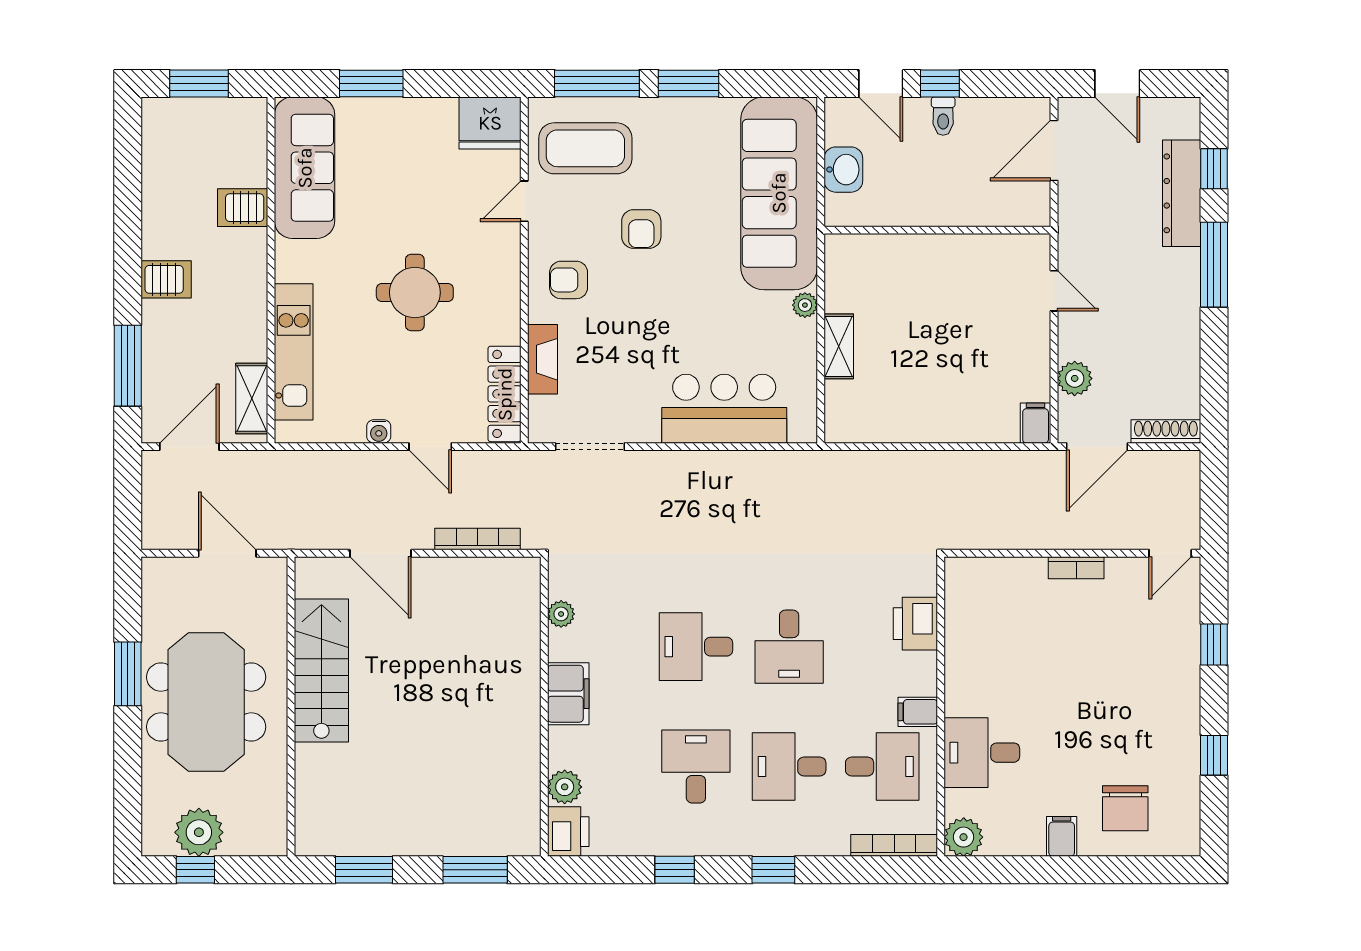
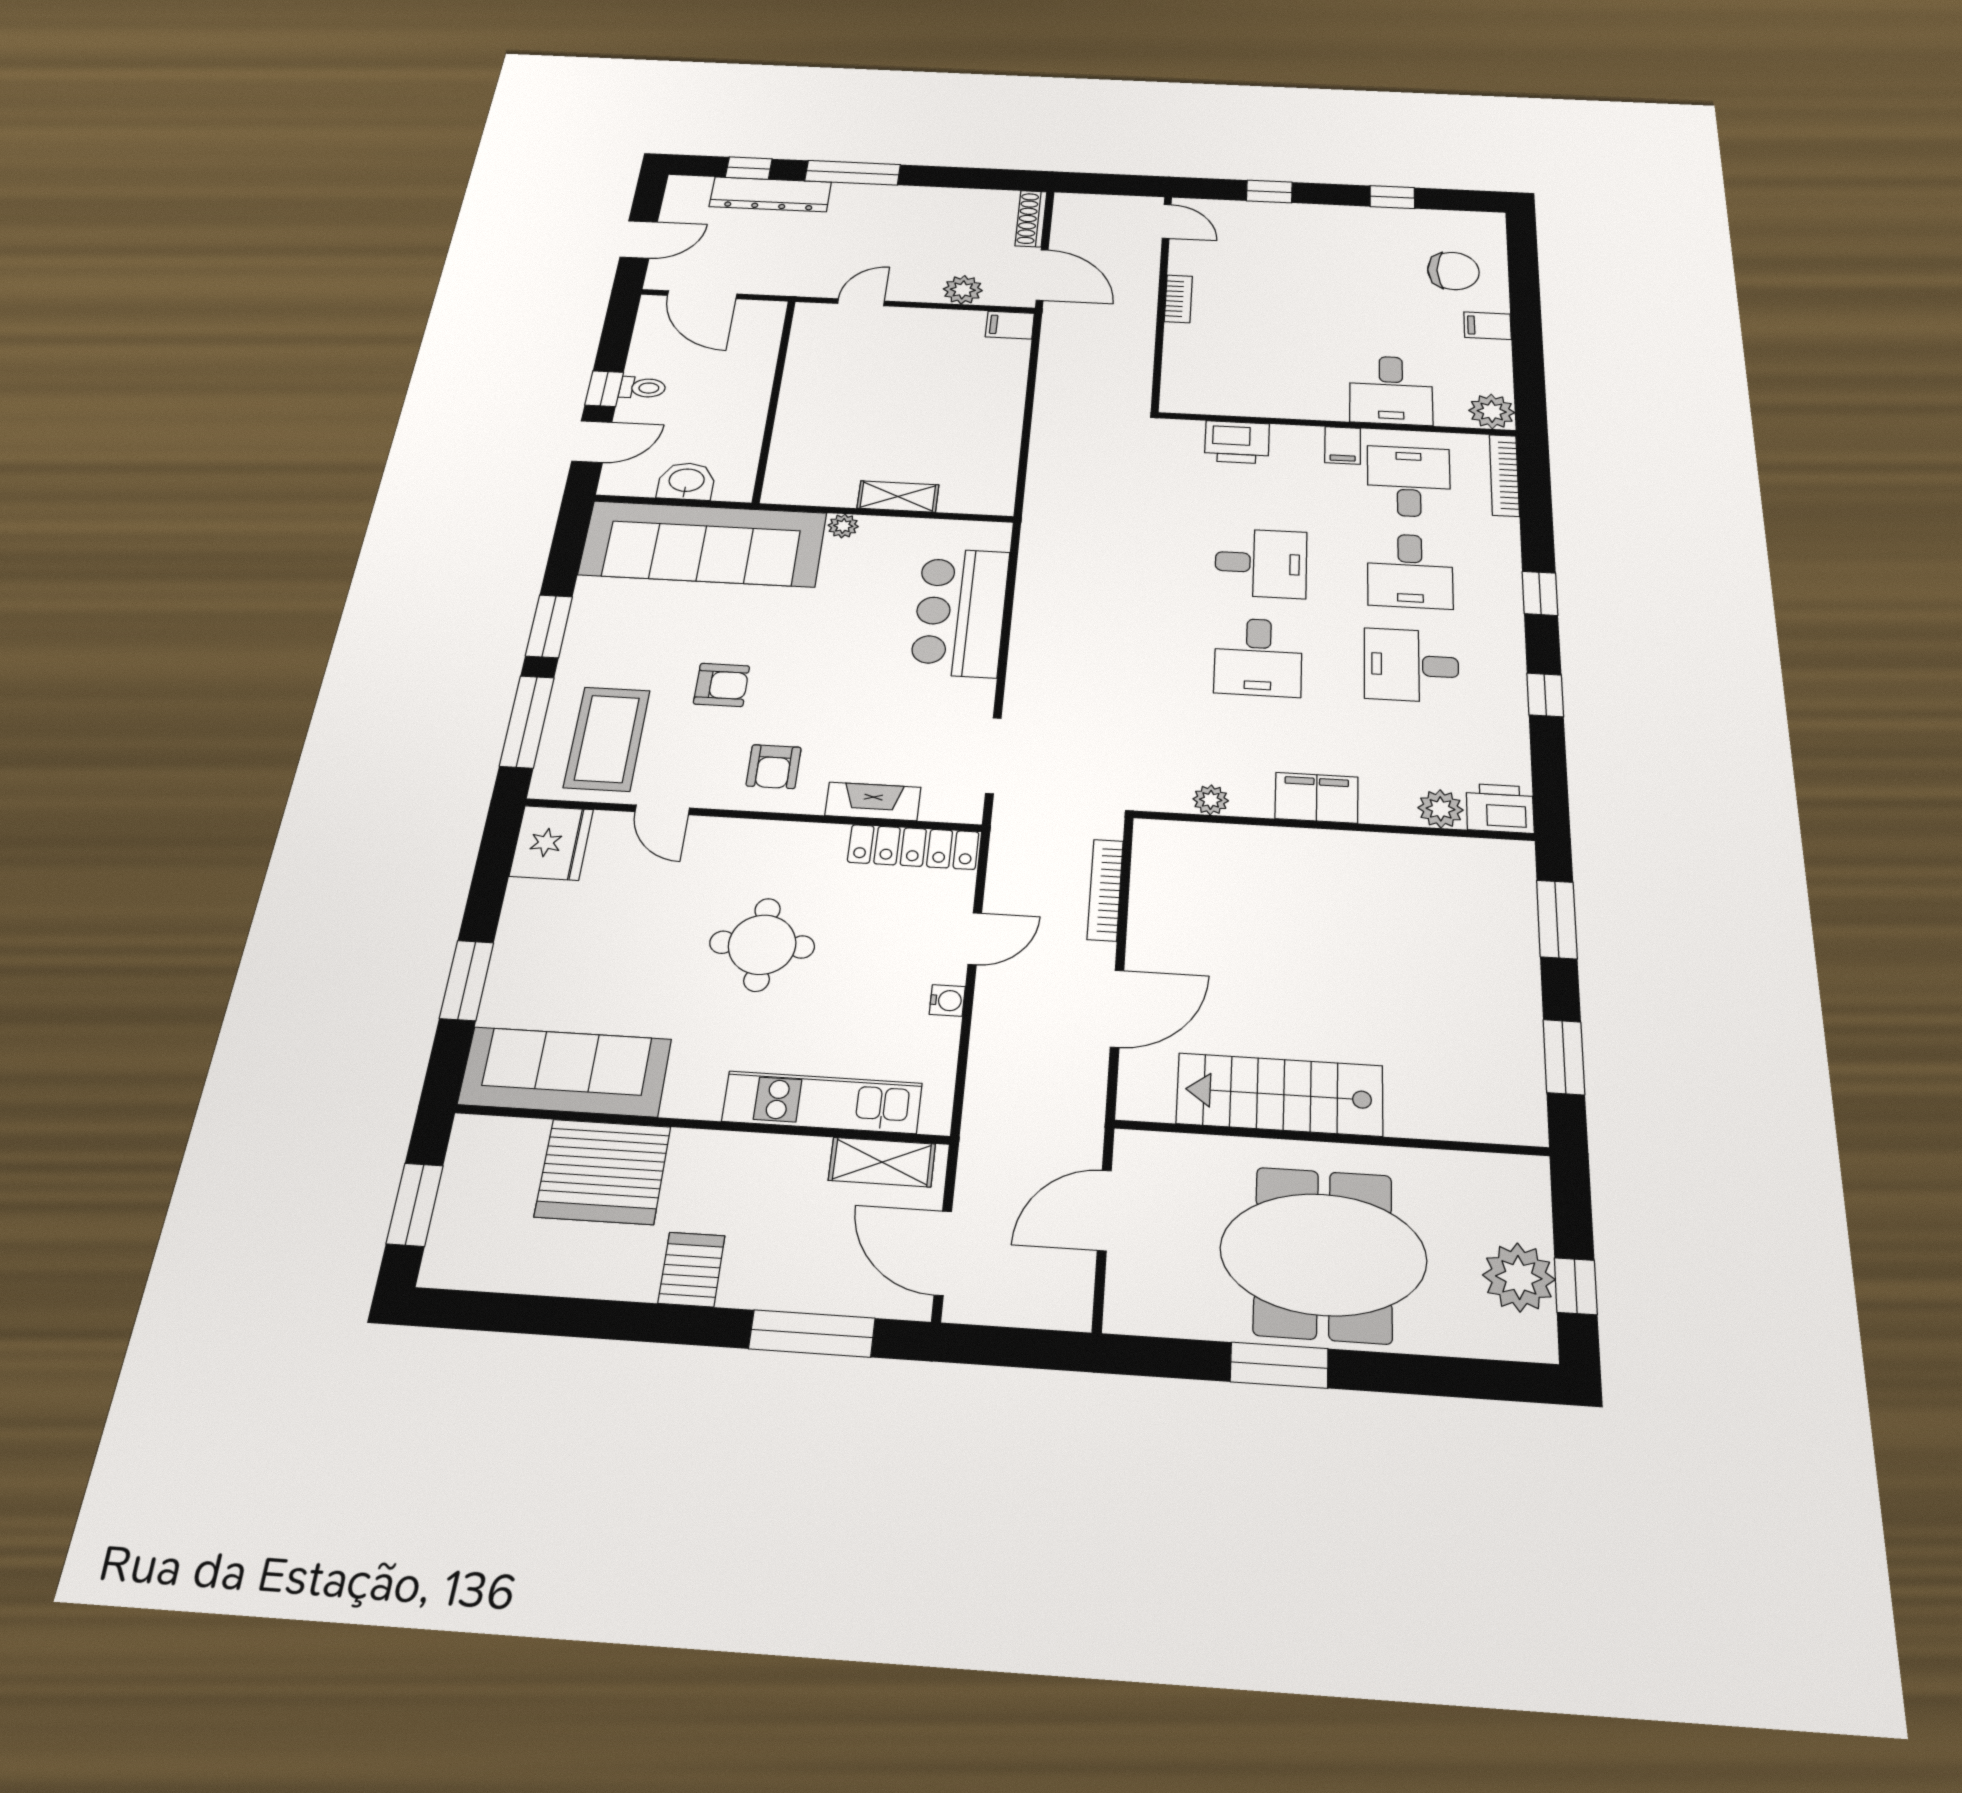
server rack: (243, 208) -> (603, 1172), width x2.18, depth x1.44

